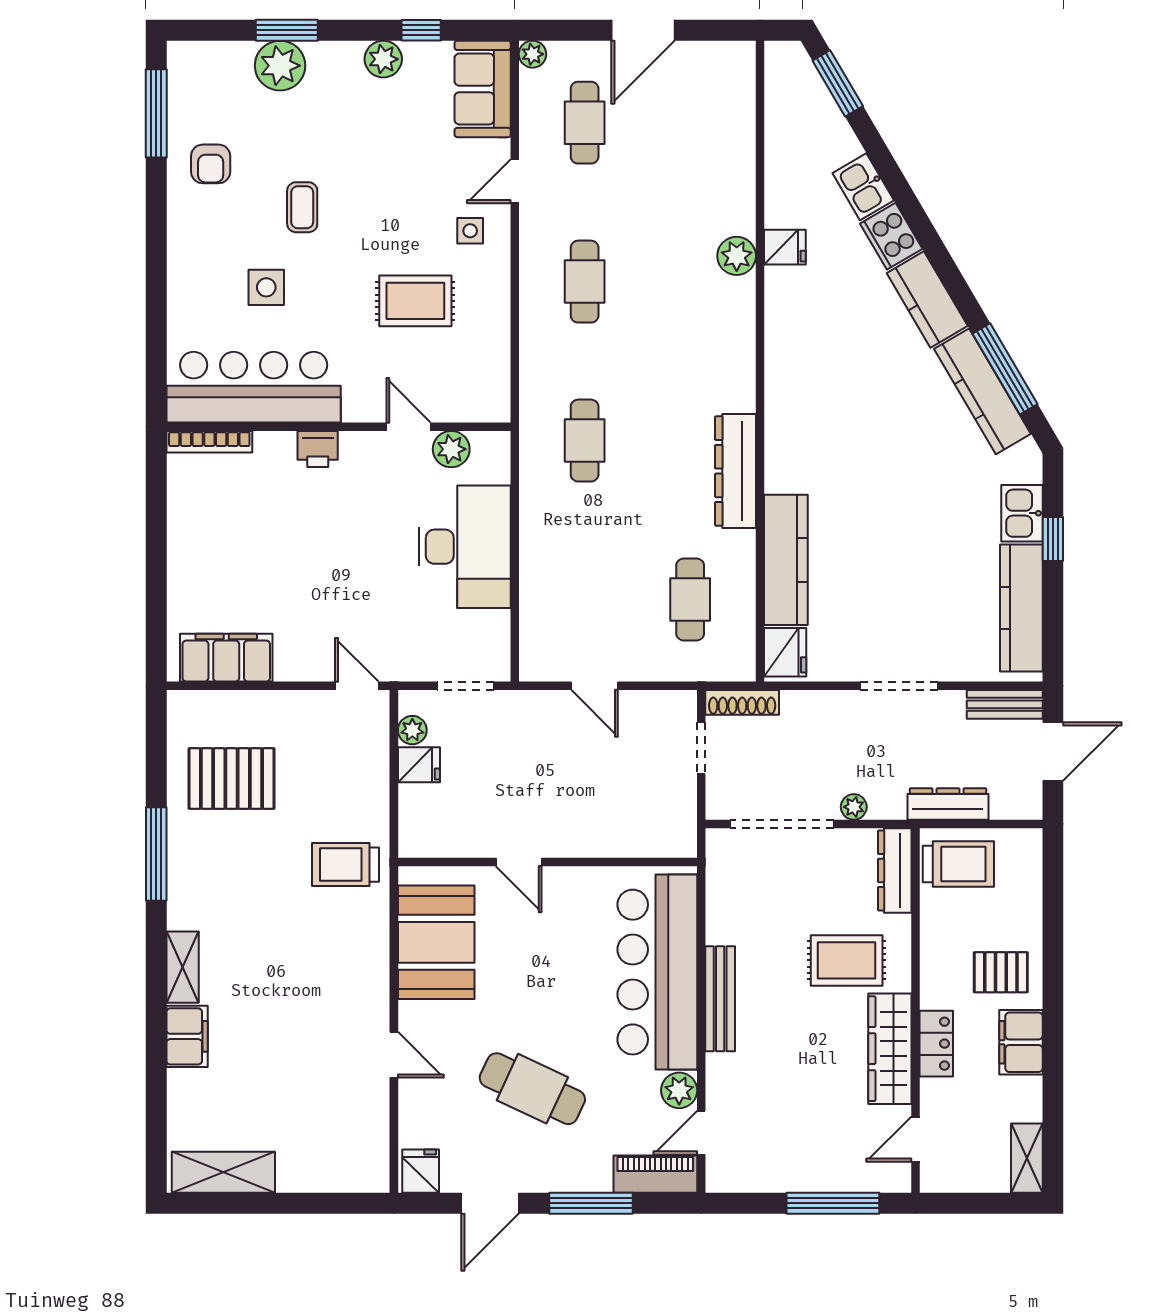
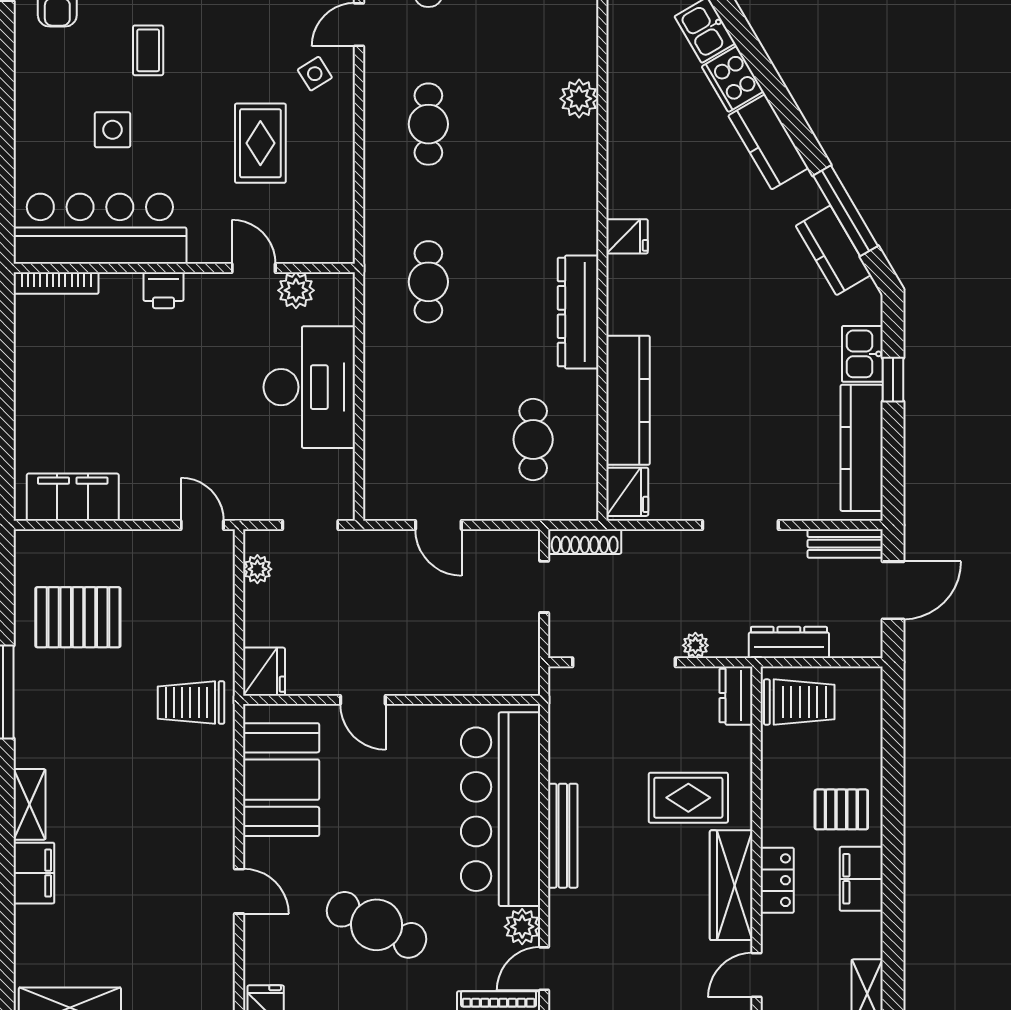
side table: (470, 231) -> (315, 74), turned -32
fridge: (785, 247) -> (627, 236), moved
rug: (415, 301) -> (260, 143), turned 90
kitchen counter: (982, 391) -> (833, 250), width x0.67
fridge: (419, 765) -> (264, 672), moved, width x1.38
dresser: (895, 870) -> (736, 696), width x0.70

